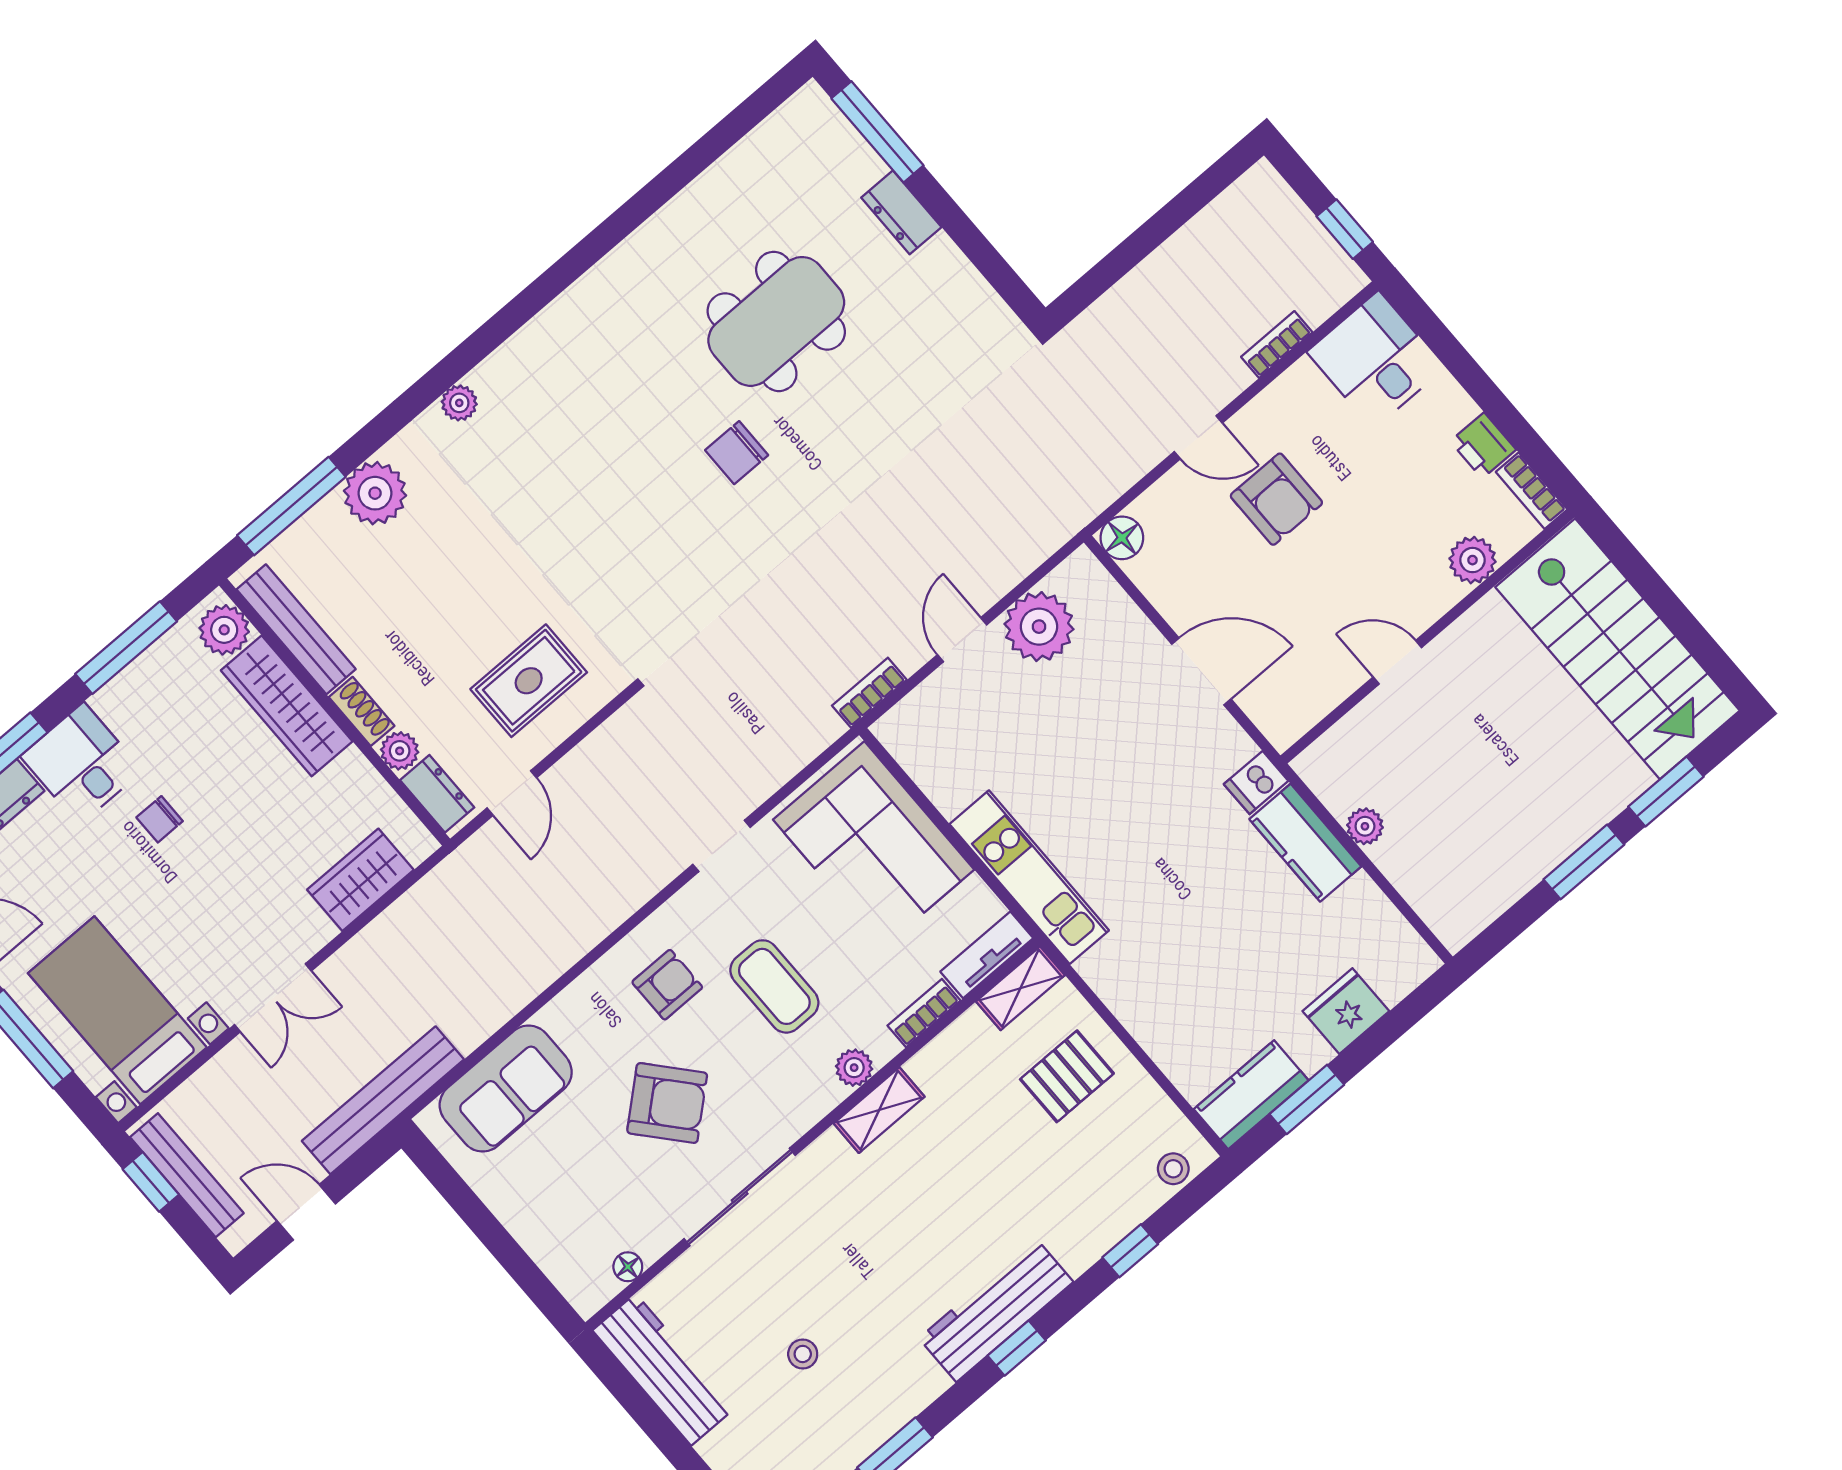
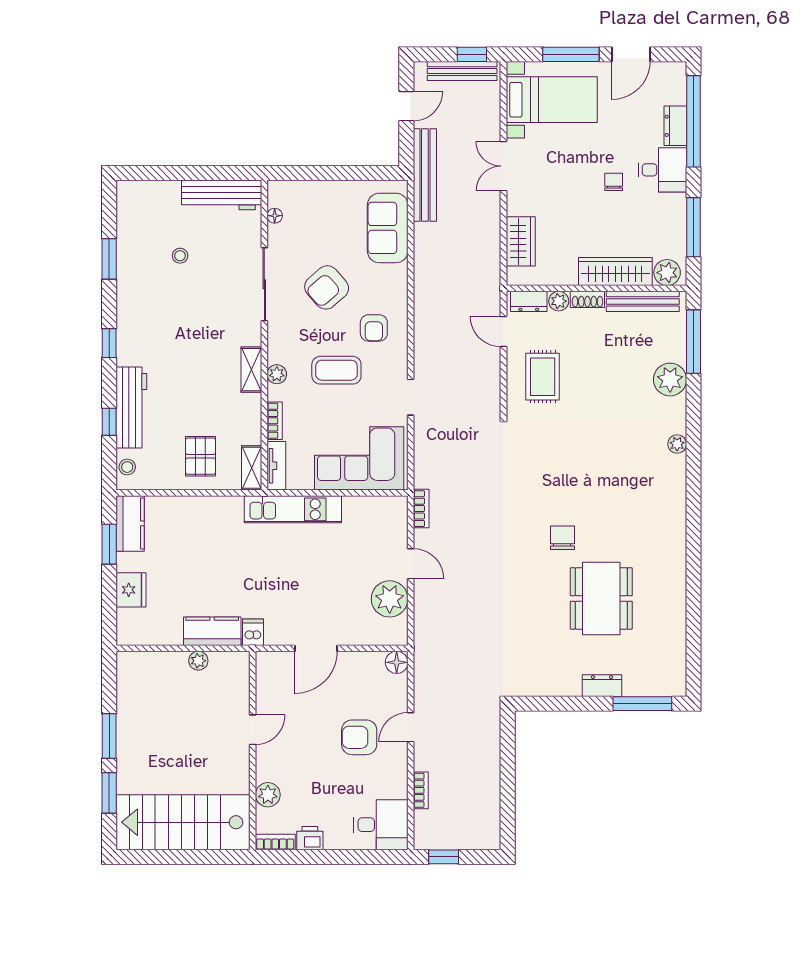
workbench: (996, 1310) -> (131, 408), moved

